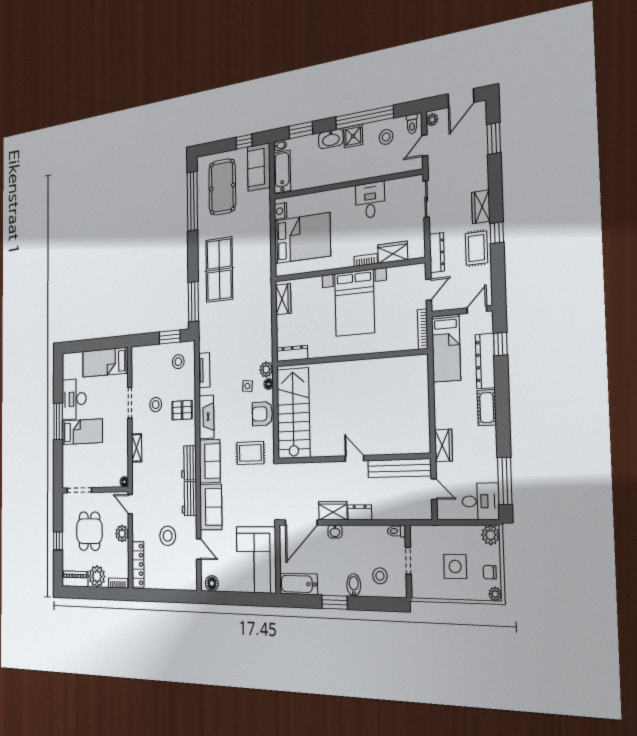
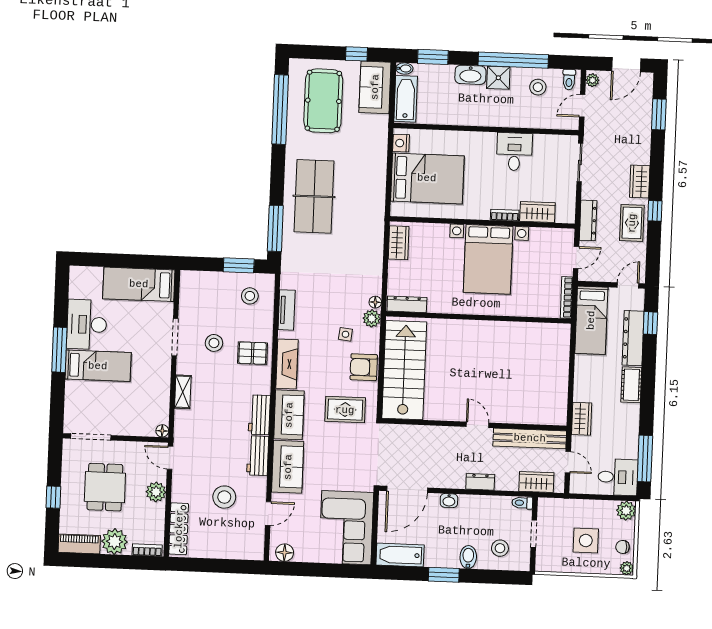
floor lamp: (269, 384) -> (375, 302), moved
wardrobe: (333, 511) -> (536, 482), moved
door: (199, 549) -> (268, 513), hinge flipped

